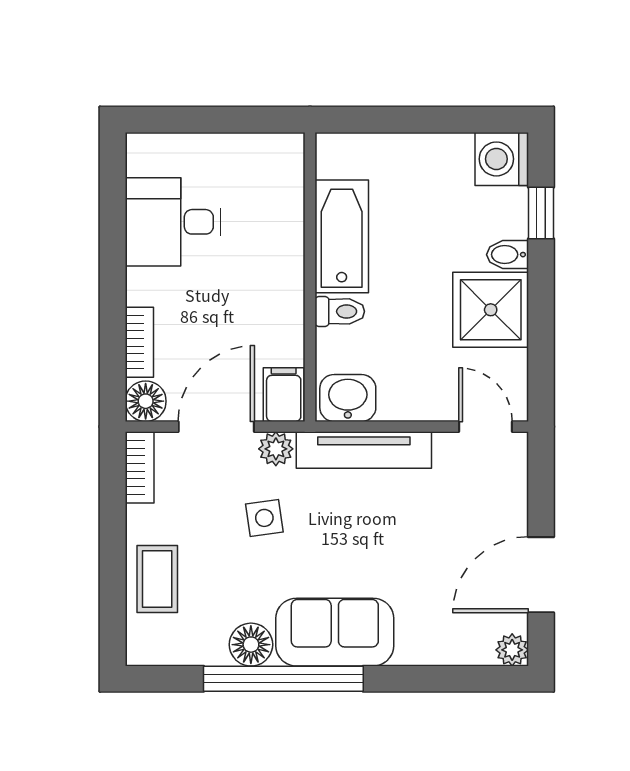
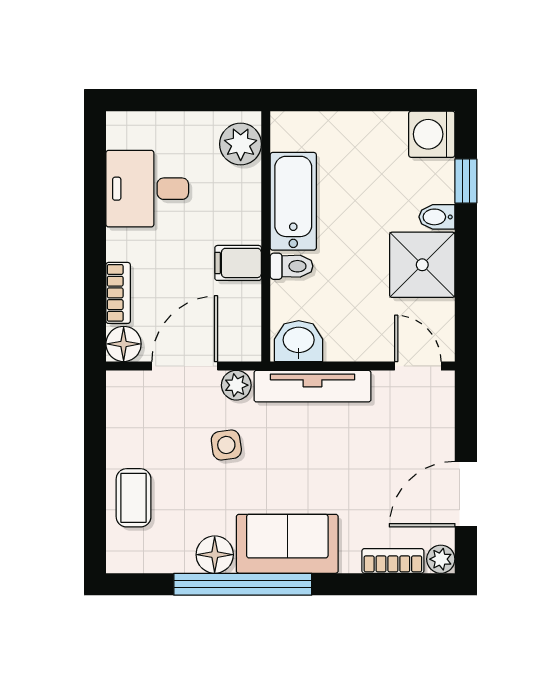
plant: (281, 170) -> (241, 144), added
filing cabinet: (284, 395) -> (238, 263), moved, turned -90
bookcase: (140, 467) -> (393, 561), moved, turned -90

